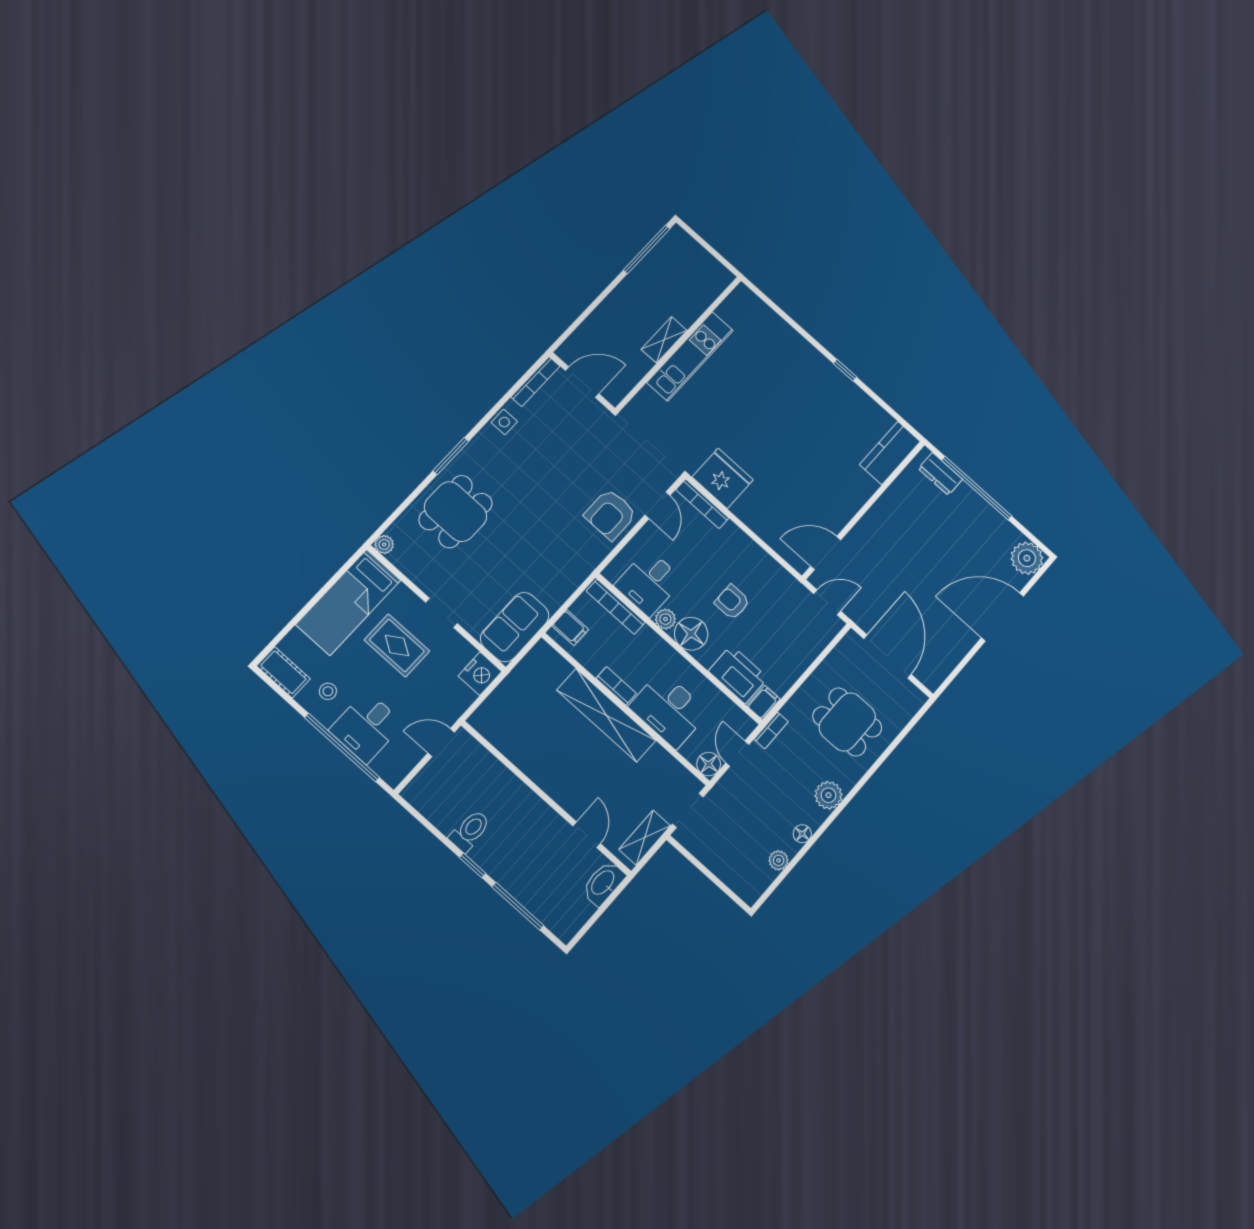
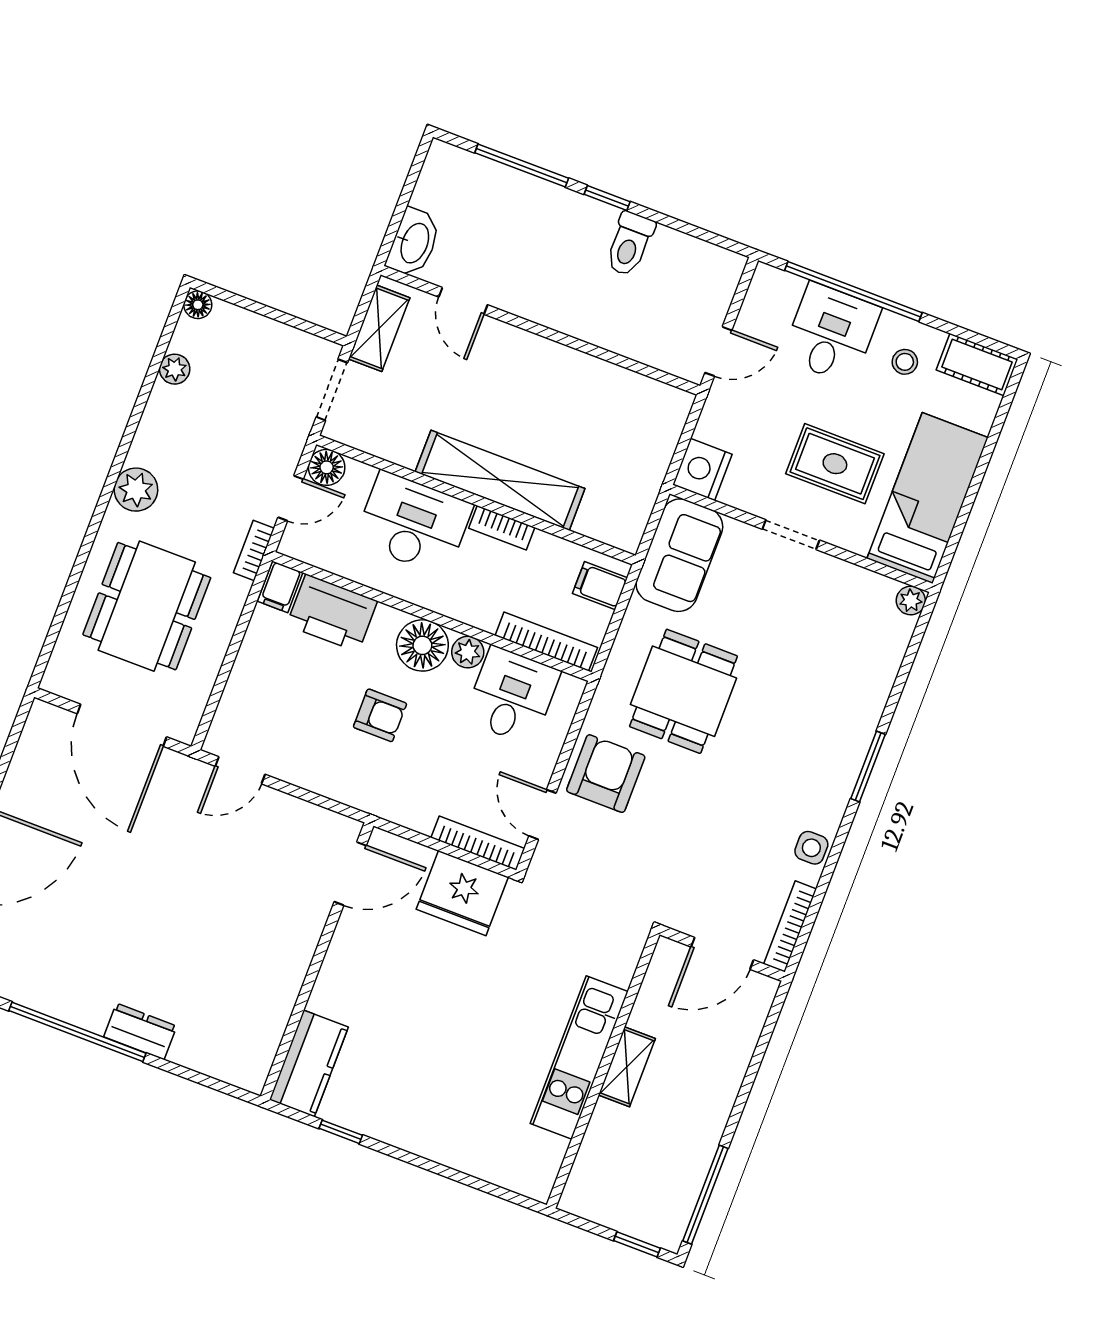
window: (697, 238) -> (637, 1244), added
kitchen counter: (890, 453) -> (309, 1063), moved
wall: (864, 510) -> (317, 961), moved
dining table: (456, 512) -> (683, 691), moved
door: (826, 553) -> (350, 874), moved
dining table: (847, 722) -> (147, 606), width x1.38
door: (737, 754) -> (291, 498), hinge flipped
floor lamp: (802, 834) -> (198, 305), moved

